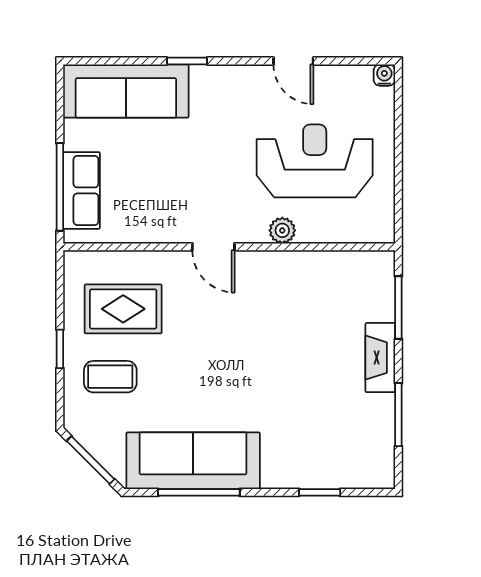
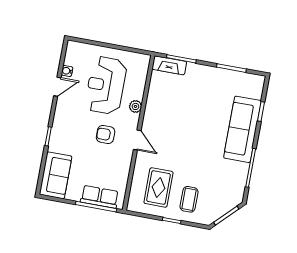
water cooler: (384, 75) -> (67, 71), moved
sofa: (126, 91) -> (56, 175), width x0.73
armchair: (213, 179) -> (106, 134), added
door: (213, 247) -> (137, 140), hinge flipped
fireplace: (380, 358) -> (169, 65), moved
sofa: (193, 461) -> (242, 129), moved

